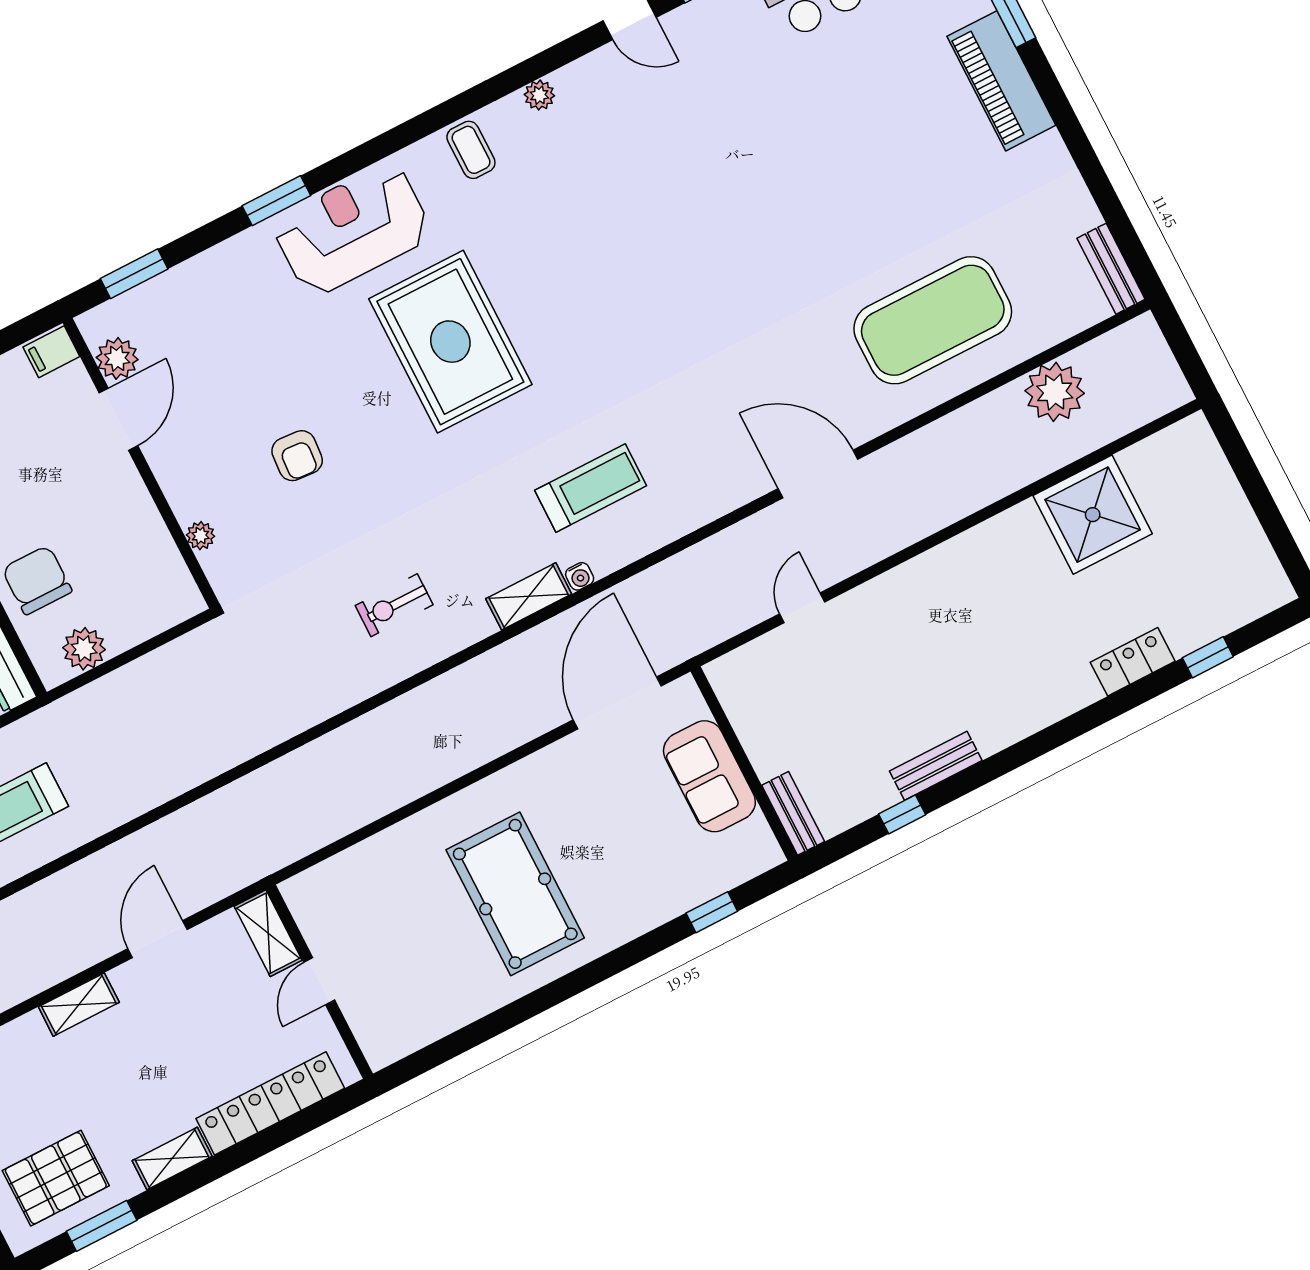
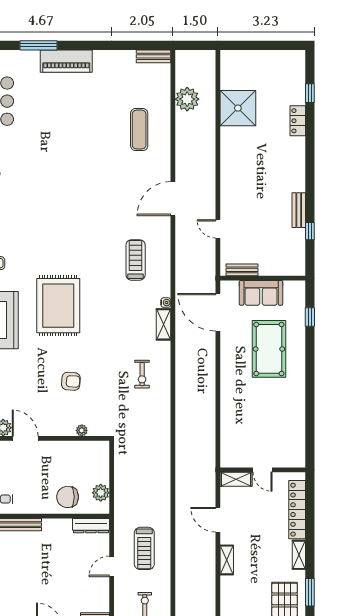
exercise mat: (933, 320) -> (139, 130), width x0.50, depth x0.69
rug: (450, 342) -> (58, 306), turned 90
treadmill: (591, 488) -> (136, 260), moved
bench: (793, 813) -> (242, 270), moved
pool table: (515, 894) -> (269, 349), moved, turned 90

